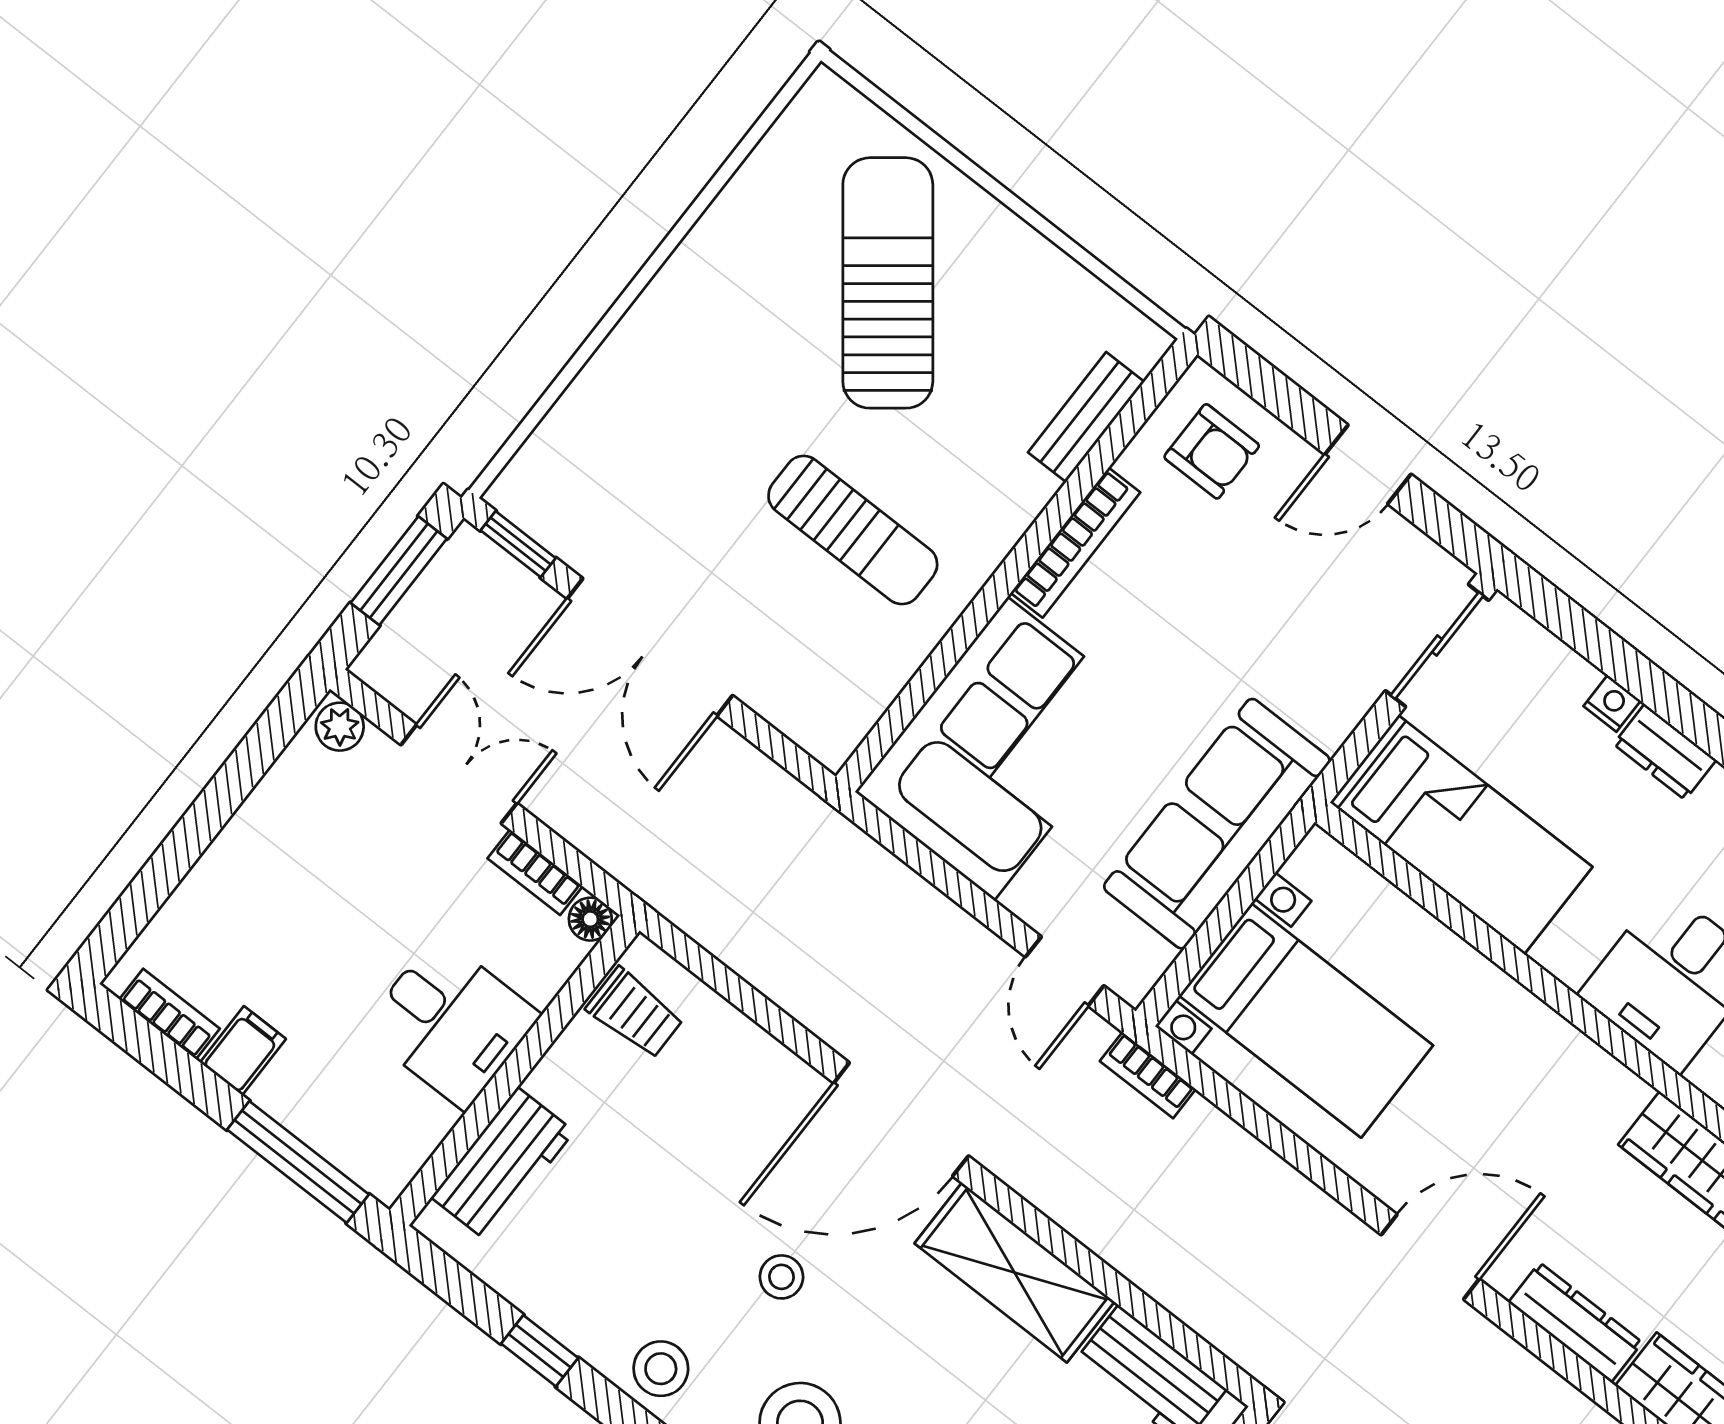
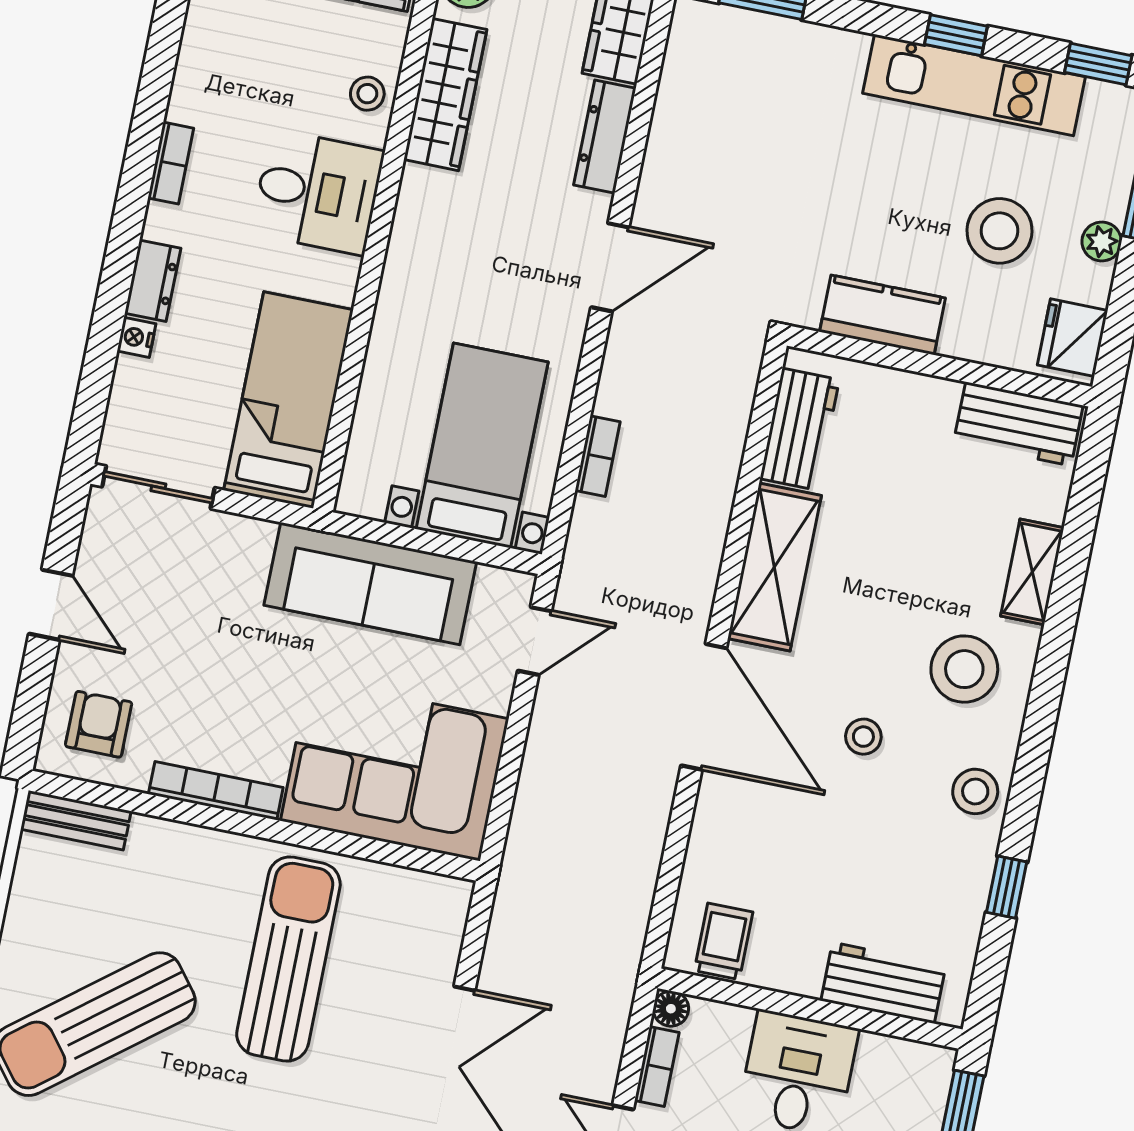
bench: (1086, 417) -> (76, 820), moved
sun lounger: (853, 530) -> (288, 959), width x1.36, depth x1.34
bookcase: (1148, 1075) -> (598, 456), moved
door: (1430, 1257) -> (610, 267), swing flipped

